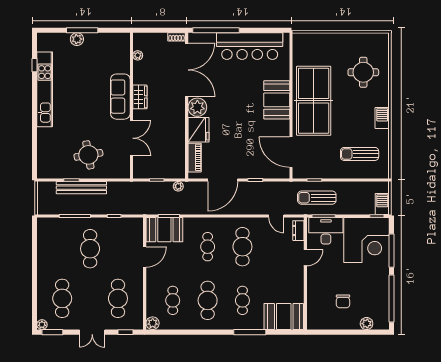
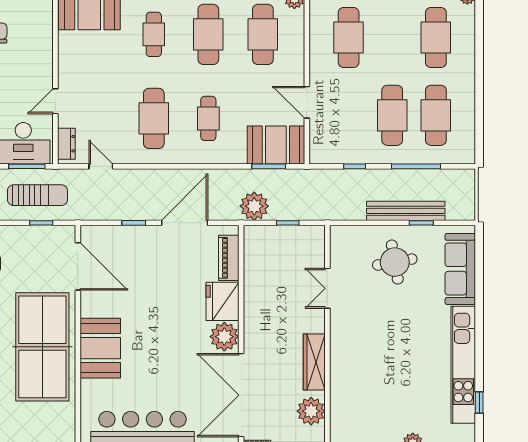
plant: (138, 55) -> (311, 411), width x1.87, depth x1.87
sofa: (120, 97) -> (460, 269), moved, turned 180
wardrobe: (140, 97) -> (314, 362), width x1.50
double door: (131, 138) -> (327, 288), width x0.73
plant: (178, 186) -> (254, 206), width x1.87, depth x1.87
cafe table: (62, 249) -> (436, 115), added
door: (145, 257) -> (307, 102), hinge flipped
cafe table: (173, 300) -> (263, 34), width x1.37, depth x1.35

